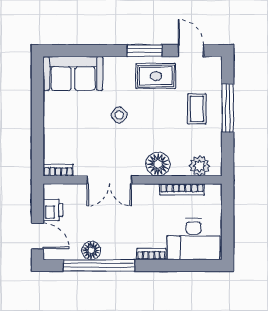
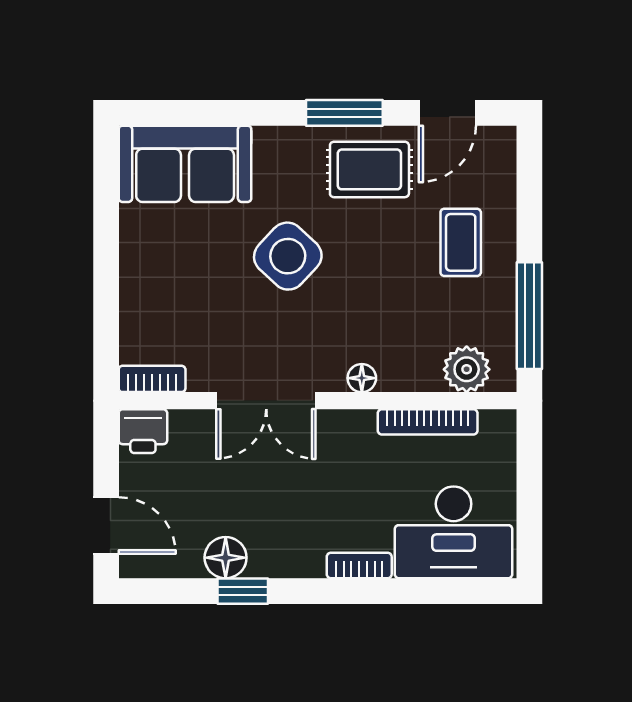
door: (191, 51) -> (447, 113), swing flipped
window: (228, 108) -> (529, 316), moved
side table: (119, 115) -> (288, 256), width x1.87, depth x1.87
floor lamp: (158, 164) -> (362, 378), width x0.53, depth x0.53
printer: (53, 210) -> (143, 431), moved, turned 90
window: (99, 265) -> (243, 591), width x0.32

